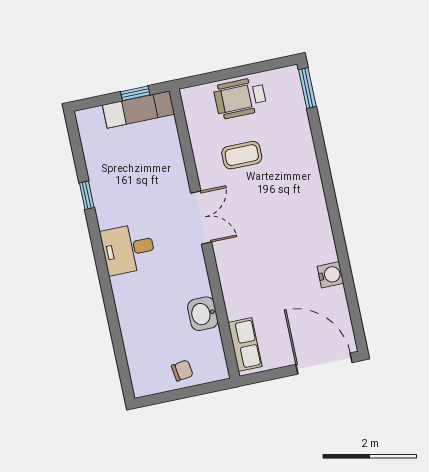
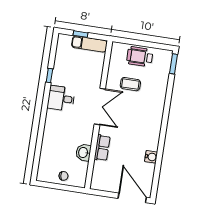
window: (135, 93) -> (80, 34), moved
double door: (201, 218) -> (100, 107), width x1.37
desk: (128, 249) -> (61, 98), moved
row of seats: (245, 344) -> (102, 148), moved

